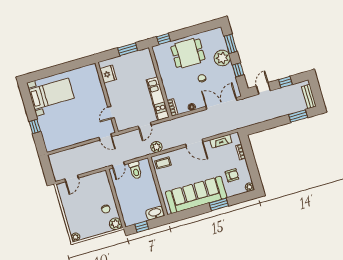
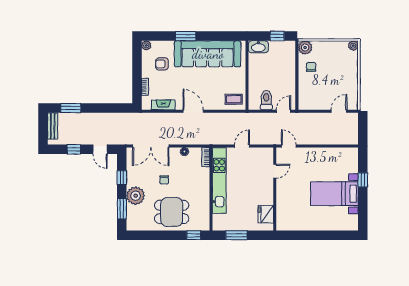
door: (263, 88) -> (100, 149), hinge flipped
bed with nightstands: (51, 94) -> (334, 194), moved
kitchen unit: (158, 99) -> (219, 180), width x1.36
plant: (156, 147) -> (236, 119), removed

